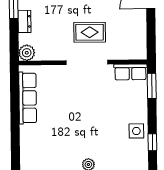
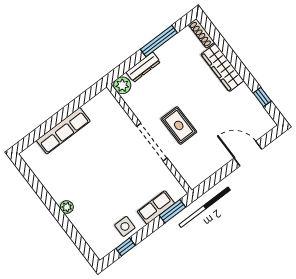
dresser: (25, 21) -> (143, 67), width x1.44
row of seats: (130, 72) -> (156, 207), moved, turned 90
row of seats: (28, 98) -> (63, 131), moved

